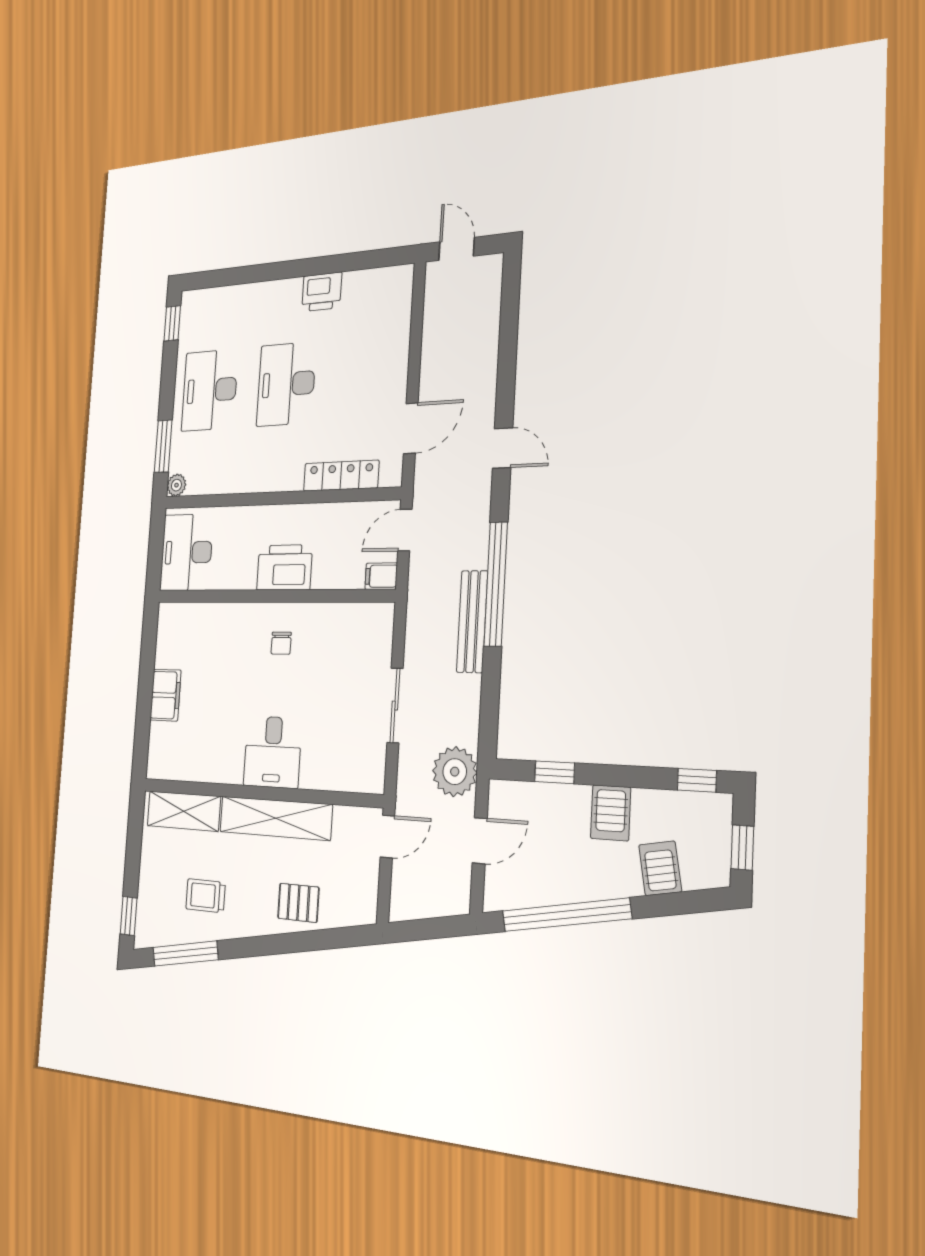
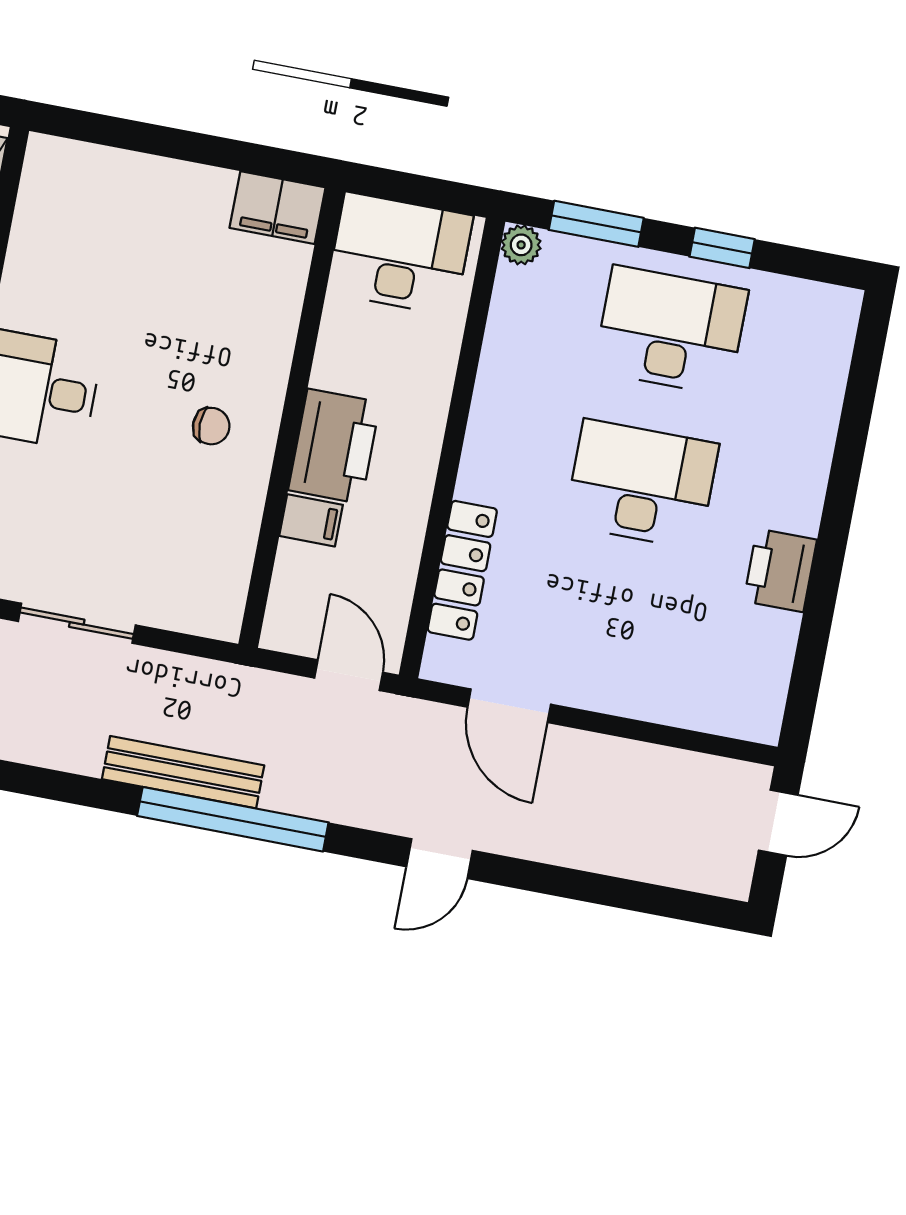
window: (172, 323) -> (722, 248), moved
filing cabinet: (381, 576) -> (311, 520), moved, turned 90
chair: (281, 643) -> (211, 426), turned 180
filing cabinet: (166, 695) -> (277, 208), moved

